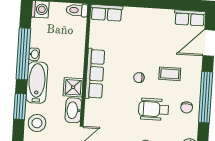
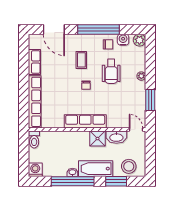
row of seats: (107, 13) -> (35, 102), width x2.02
row of seats: (190, 18) -> (34, 62), moved
water cooler: (191, 126) -> (123, 40), added

